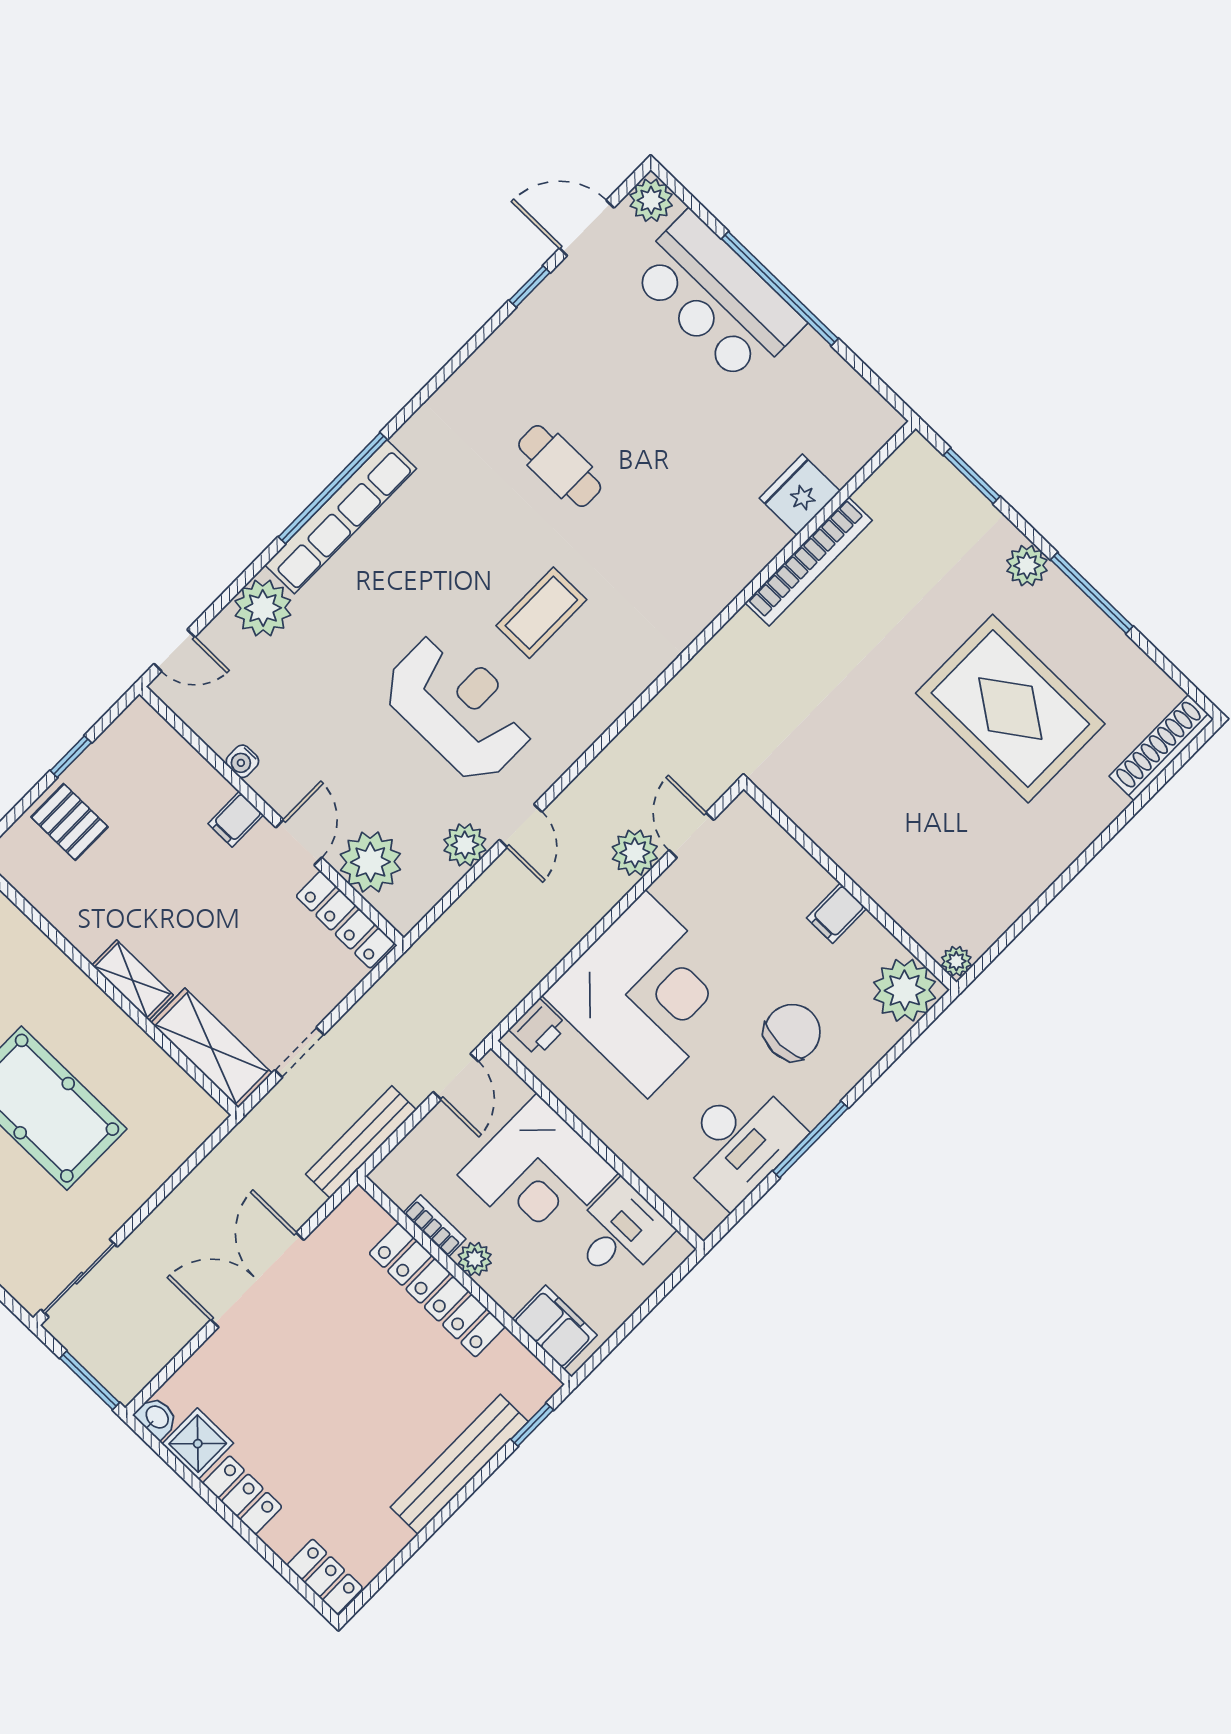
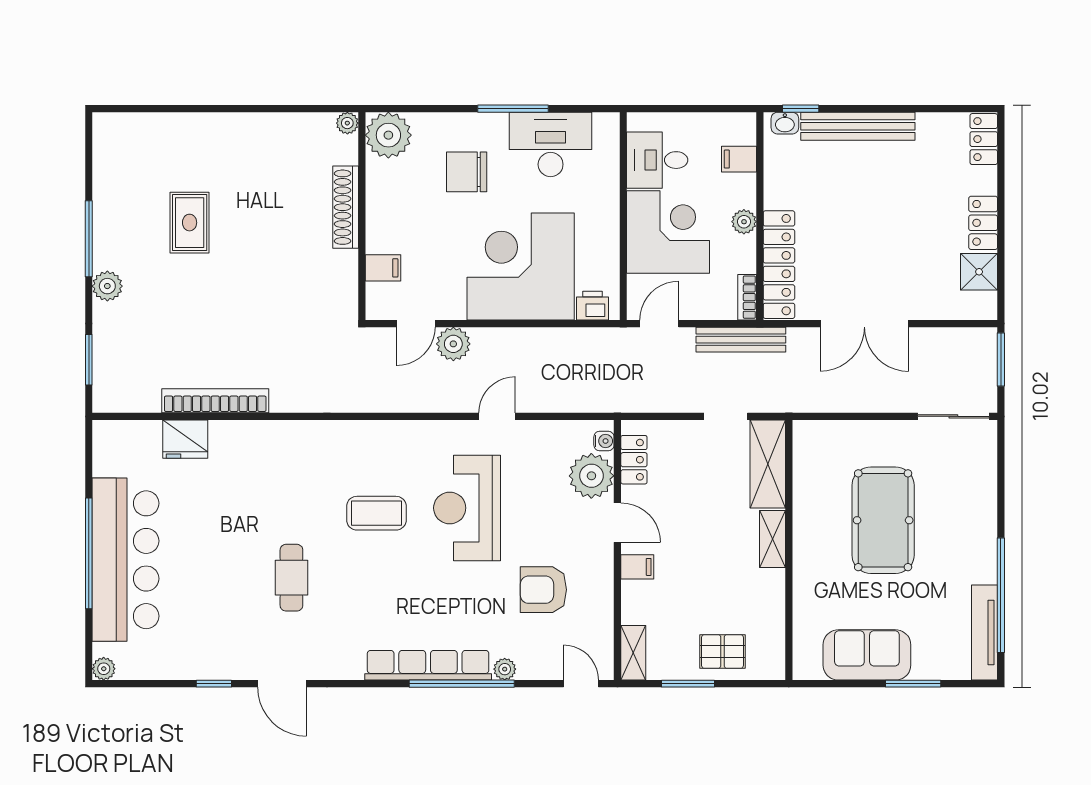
plant: (651, 200) -> (104, 669), width x0.73, depth x0.73
door: (587, 228) -> (282, 684), moved
bar counter: (716, 298) -> (126, 560), width x1.36
window: (333, 488) -> (462, 684), moved
plant: (263, 608) -> (505, 669), width x0.53, depth x0.53
armchair: (304, 704) -> (543, 590), added
rug: (1010, 709) -> (190, 223), width x0.54, depth x0.49
shelving: (154, 732) -> (633, 653), added
shoe rack: (1161, 748) -> (346, 207), moved, turned 90
window: (71, 757) -> (688, 684), width x1.50
water cooler: (242, 761) -> (604, 441), moved
pallet: (69, 822) -> (722, 651), turned 90
door: (299, 842) -> (617, 523), swing flipped
plant: (465, 845) -> (535, 436), removed
filing cabinet: (837, 913) -> (383, 268), moved
locker: (345, 920) -> (634, 460), width x0.66
bookcase: (434, 1226) -> (747, 297), moved
locker: (437, 1290) -> (779, 265), moved
filing cabinet: (555, 1327) -> (739, 159), width x0.50
washbasin: (157, 1418) -> (785, 123), moved, turned -90

